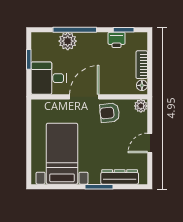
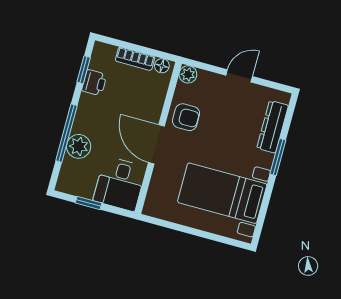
armchair: (110, 113) -> (186, 117), turned -84
door: (150, 143) -> (239, 76), swing flipped

